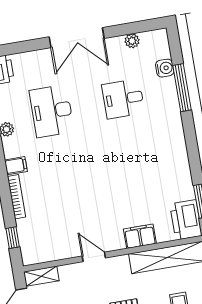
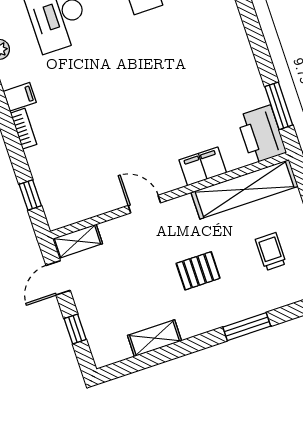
bookcase: (16, 197) -> (24, 129), width x0.64

